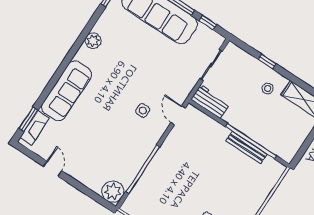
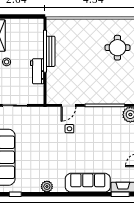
workbench: (210, 101) -> (37, 71), moved
door: (178, 115) -> (68, 105), moved

